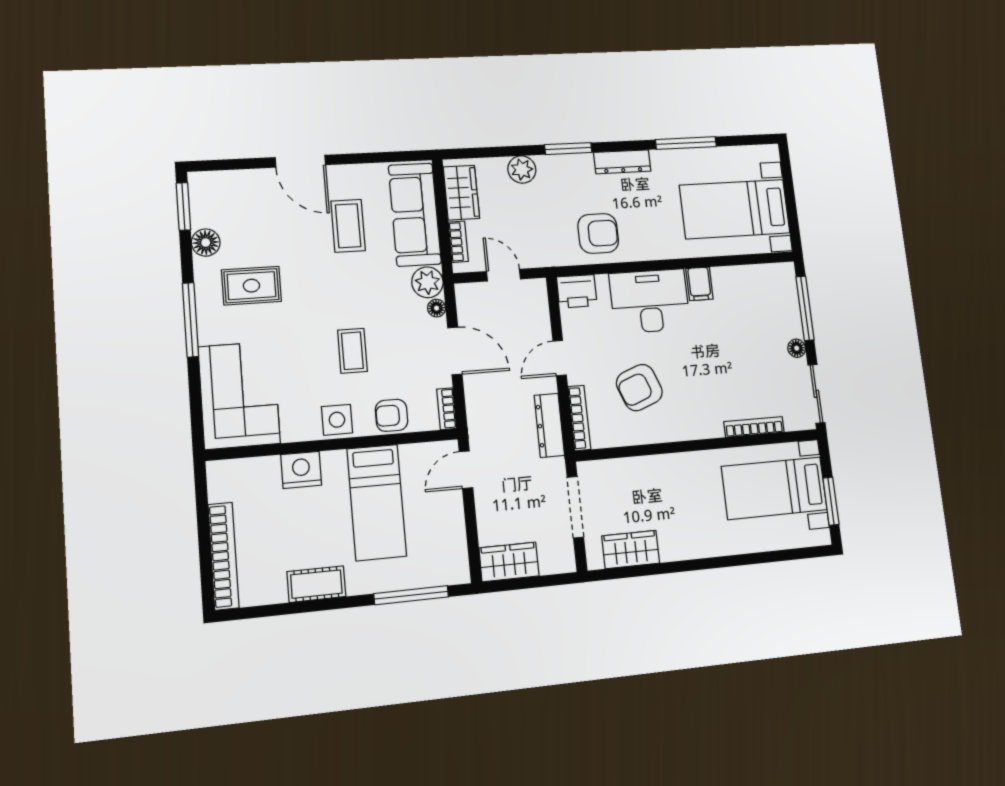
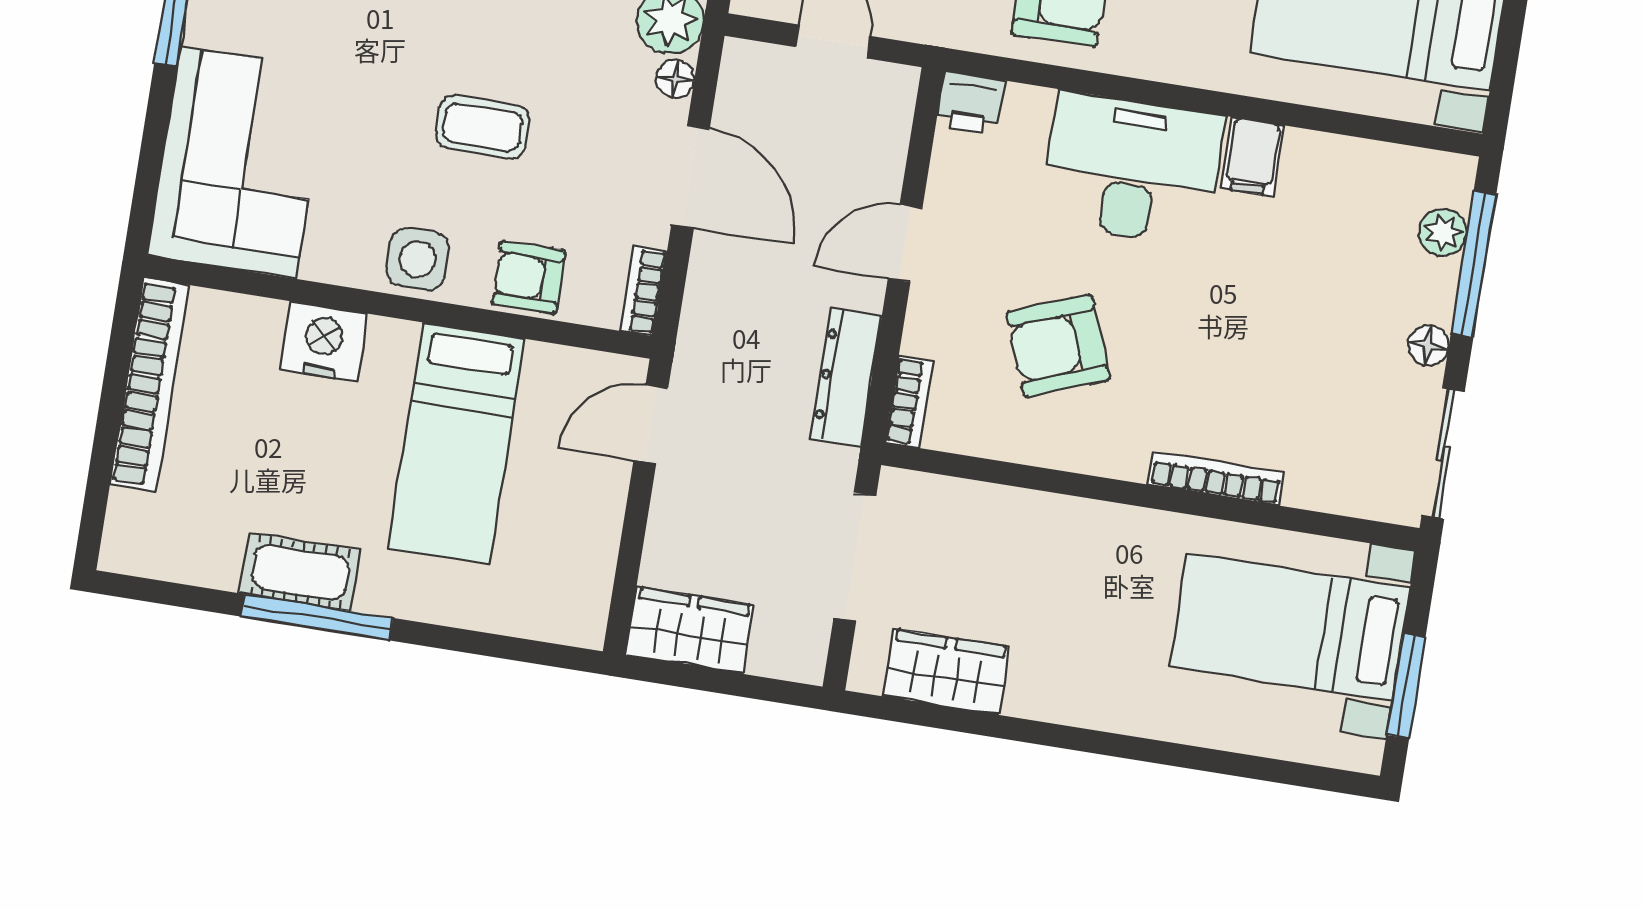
printer: (577, 291) -> (970, 103), width x0.73, depth x0.81
plant: (788, 298) -> (1443, 232), added
coffee table: (352, 351) -> (482, 127), turned 90
bookcase: (579, 418) -> (909, 402), width x0.64
bookcase: (754, 427) -> (1216, 478), moved
bookcase: (223, 556) -> (150, 385), moved
window: (411, 595) -> (317, 617), moved

